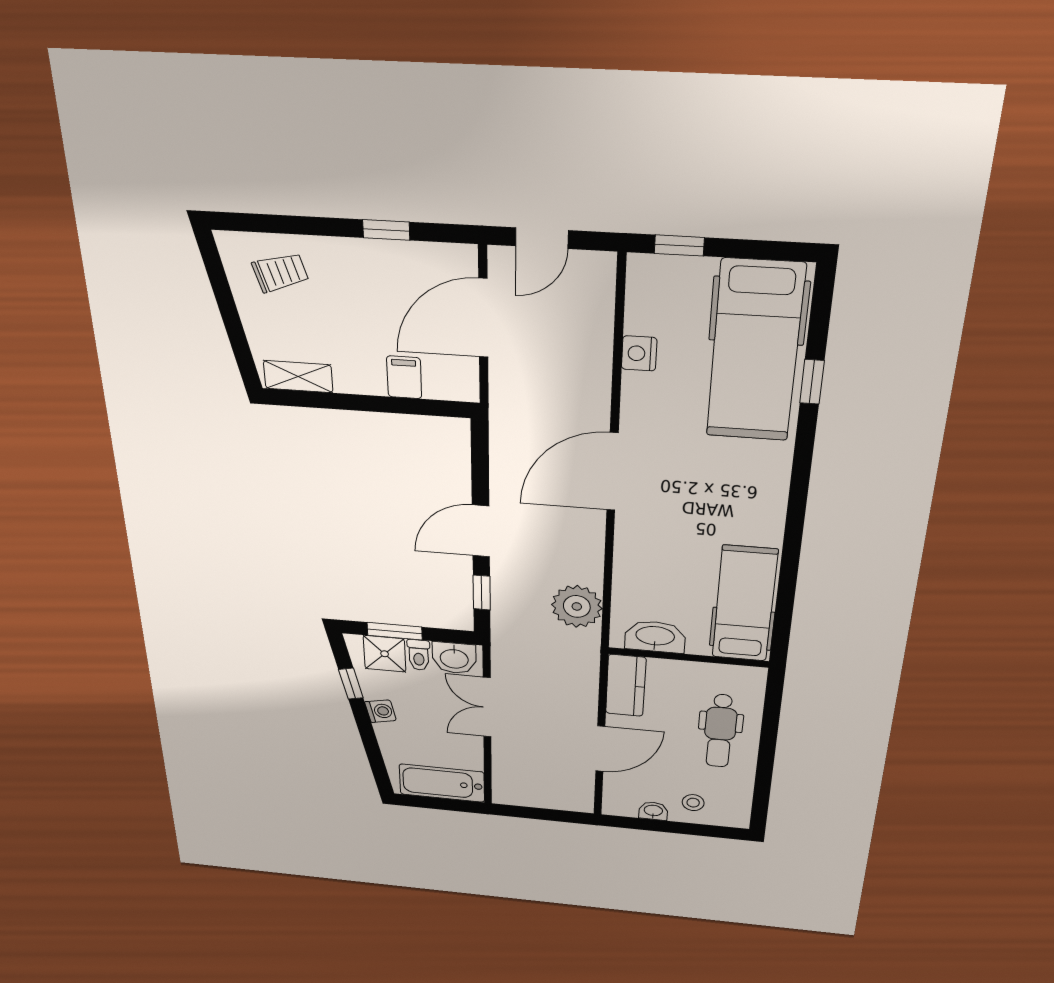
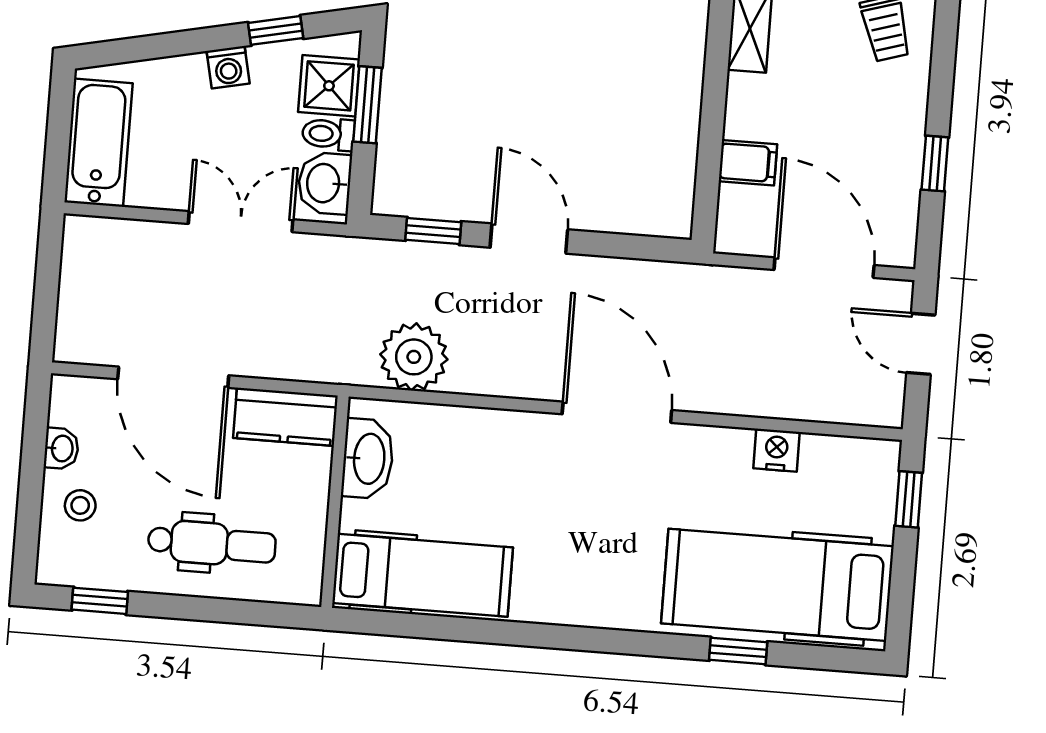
dental chair: (720, 731) -> (212, 544), turned 180
door: (600, 749) -> (173, 377), width x1.36
window: (761, 795) -> (100, 601), added

